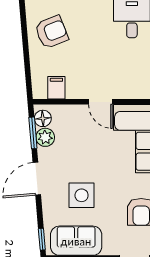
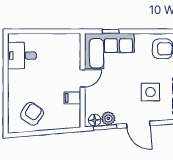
armchair: (52, 32) -> (32, 114), turned 56
filing cabinet: (56, 88) -> (72, 98), moved

